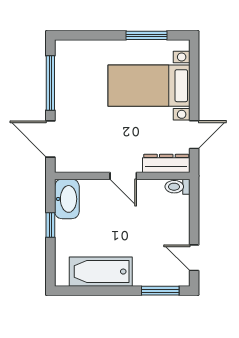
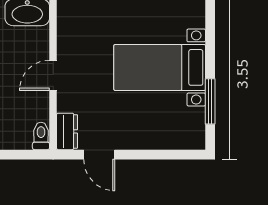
bed with nightstands: (149, 86) -> (160, 67), moved, turned -90
dresser: (166, 163) -> (67, 131), width x0.70

